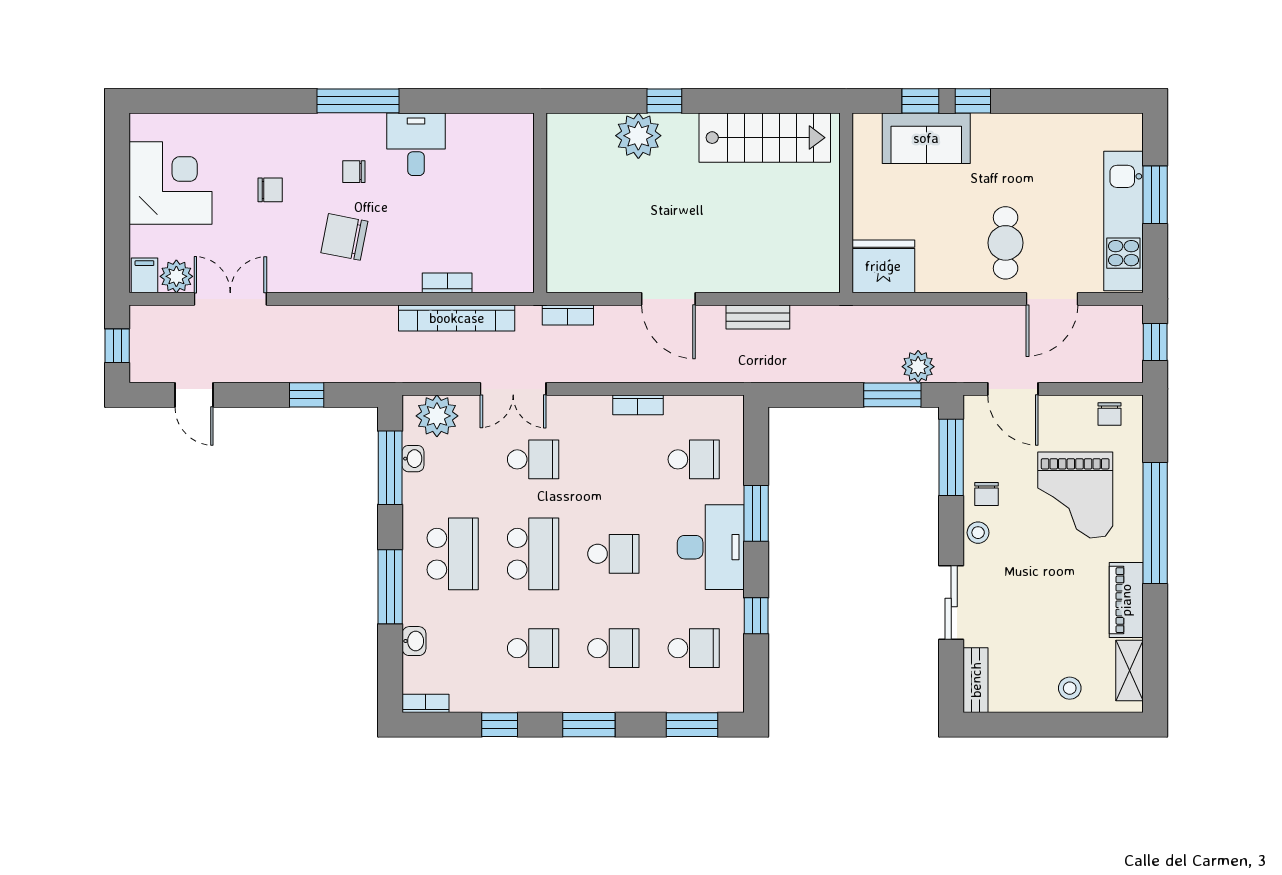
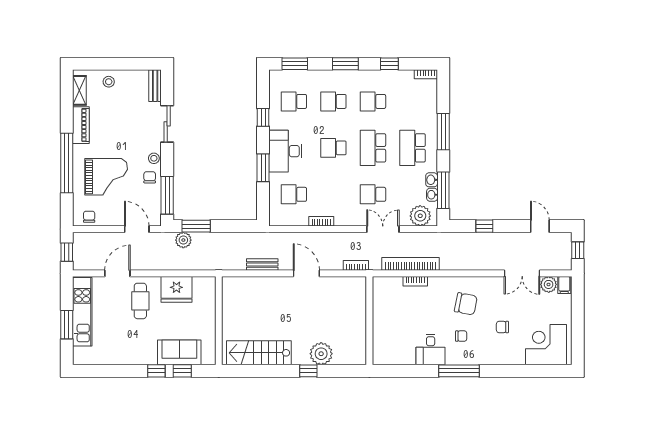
corner desk: (171, 183) -> (546, 345), moved, turned 90
fridge: (883, 266) -> (176, 289), moved
grand piano: (1075, 495) -> (106, 177), turned 90
washbasin: (414, 641) -> (432, 180), moved

